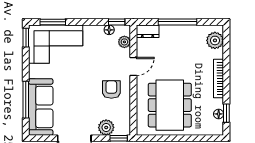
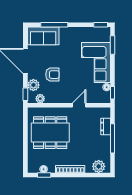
dresser: (148, 31) -> (106, 127), moved
plant: (124, 42) -> (40, 99), moved
corner sofa: (56, 44) -> (96, 62), moved
door: (133, 66) -> (79, 105), swing flipped
armchair: (111, 89) -> (52, 75), moved
sofa: (41, 107) -> (43, 36), width x0.73

